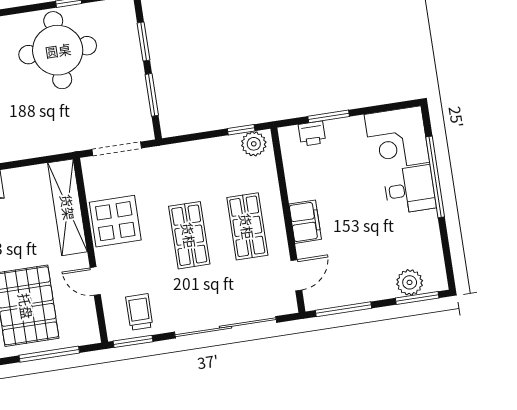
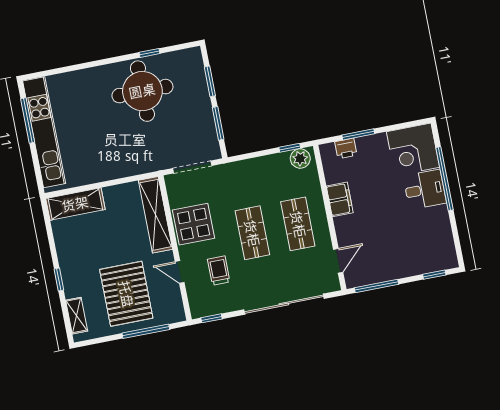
filing cabinet: (305, 222) -> (340, 199), moved
plant: (410, 282) -> (428, 263), removed
window: (417, 298) -> (434, 275), width x0.67
trolley: (139, 312) -> (219, 271), moved
window: (133, 341) -> (212, 318), width x0.67

